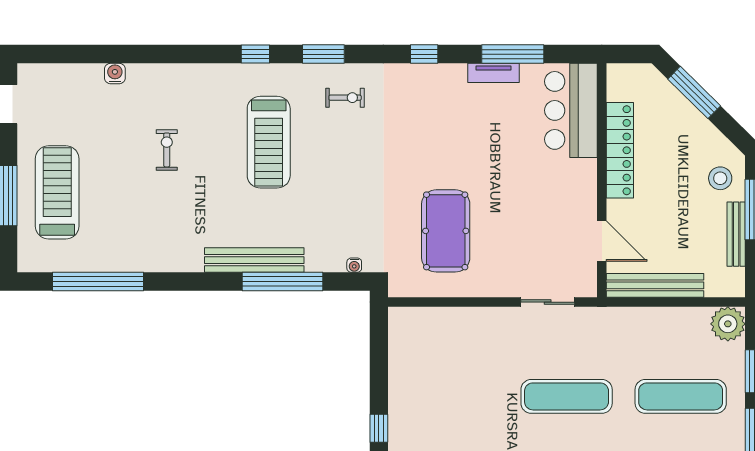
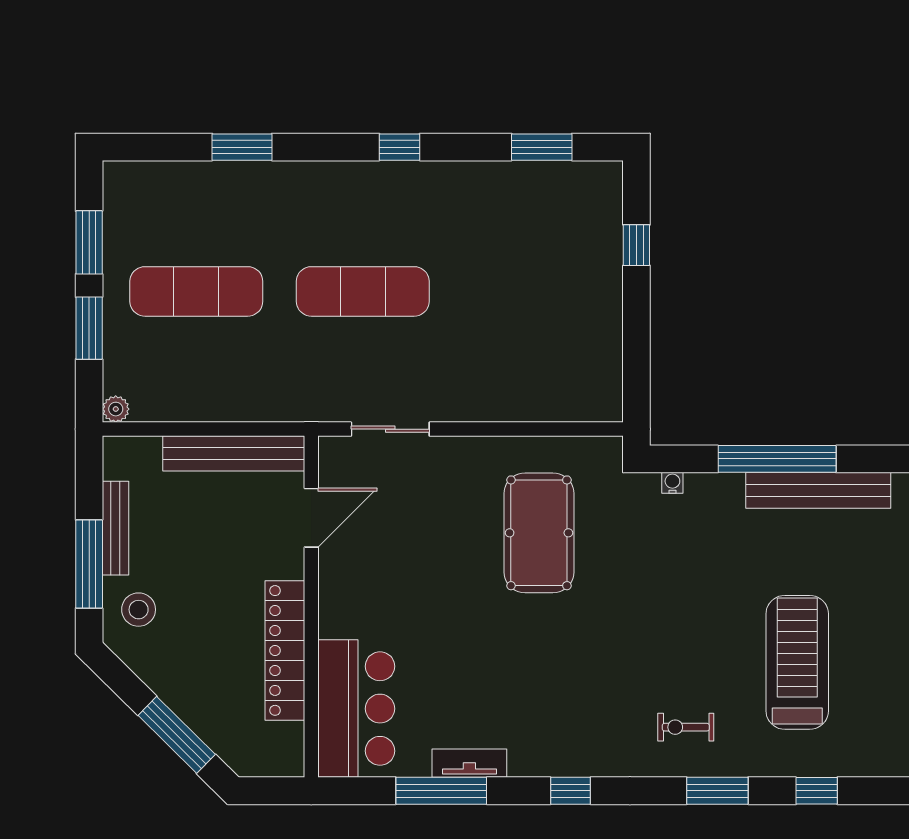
door: (602, 241) -> (311, 518), swing flipped
plant: (728, 324) -> (116, 409), width x0.53, depth x0.53

